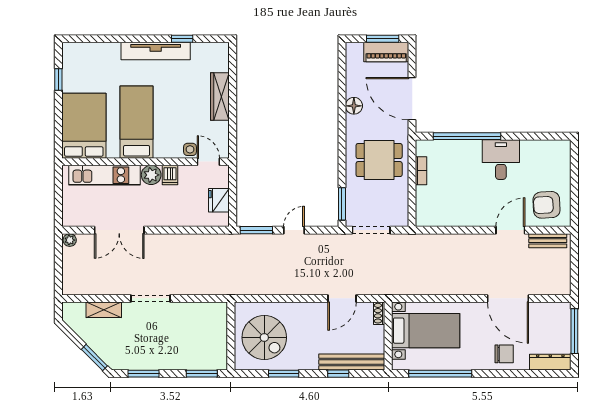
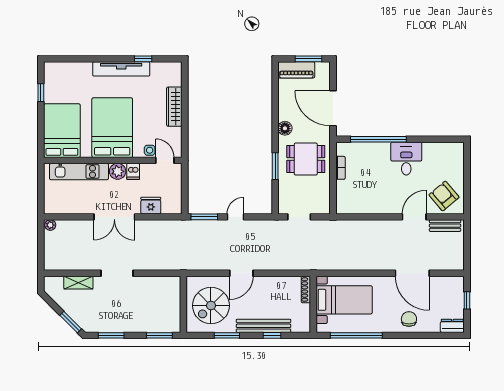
piano: (386, 52) -> (296, 70), moved
floor lamp: (354, 106) -> (285, 128), moved
bed: (137, 122) -> (112, 128), width x1.50
fridge: (219, 200) -> (151, 206), moved, turned 90
window: (342, 204) -> (275, 166), moved
armchair: (547, 205) -> (444, 196), turned 53
double door: (119, 230) -> (114, 217), moved
doorway: (371, 230) -> (299, 217), width x0.73
door: (342, 298) -> (241, 273), moved
shoe rack: (379, 313) -> (306, 289), width x1.43
window: (574, 331) -> (467, 300), width x0.46
spiral stairs: (264, 338) -> (211, 306), turned 90
chair: (504, 354) -> (409, 319), turned -90
bench: (352, 362) -> (263, 326), moved
dresser: (550, 362) -> (452, 326), width x0.70

